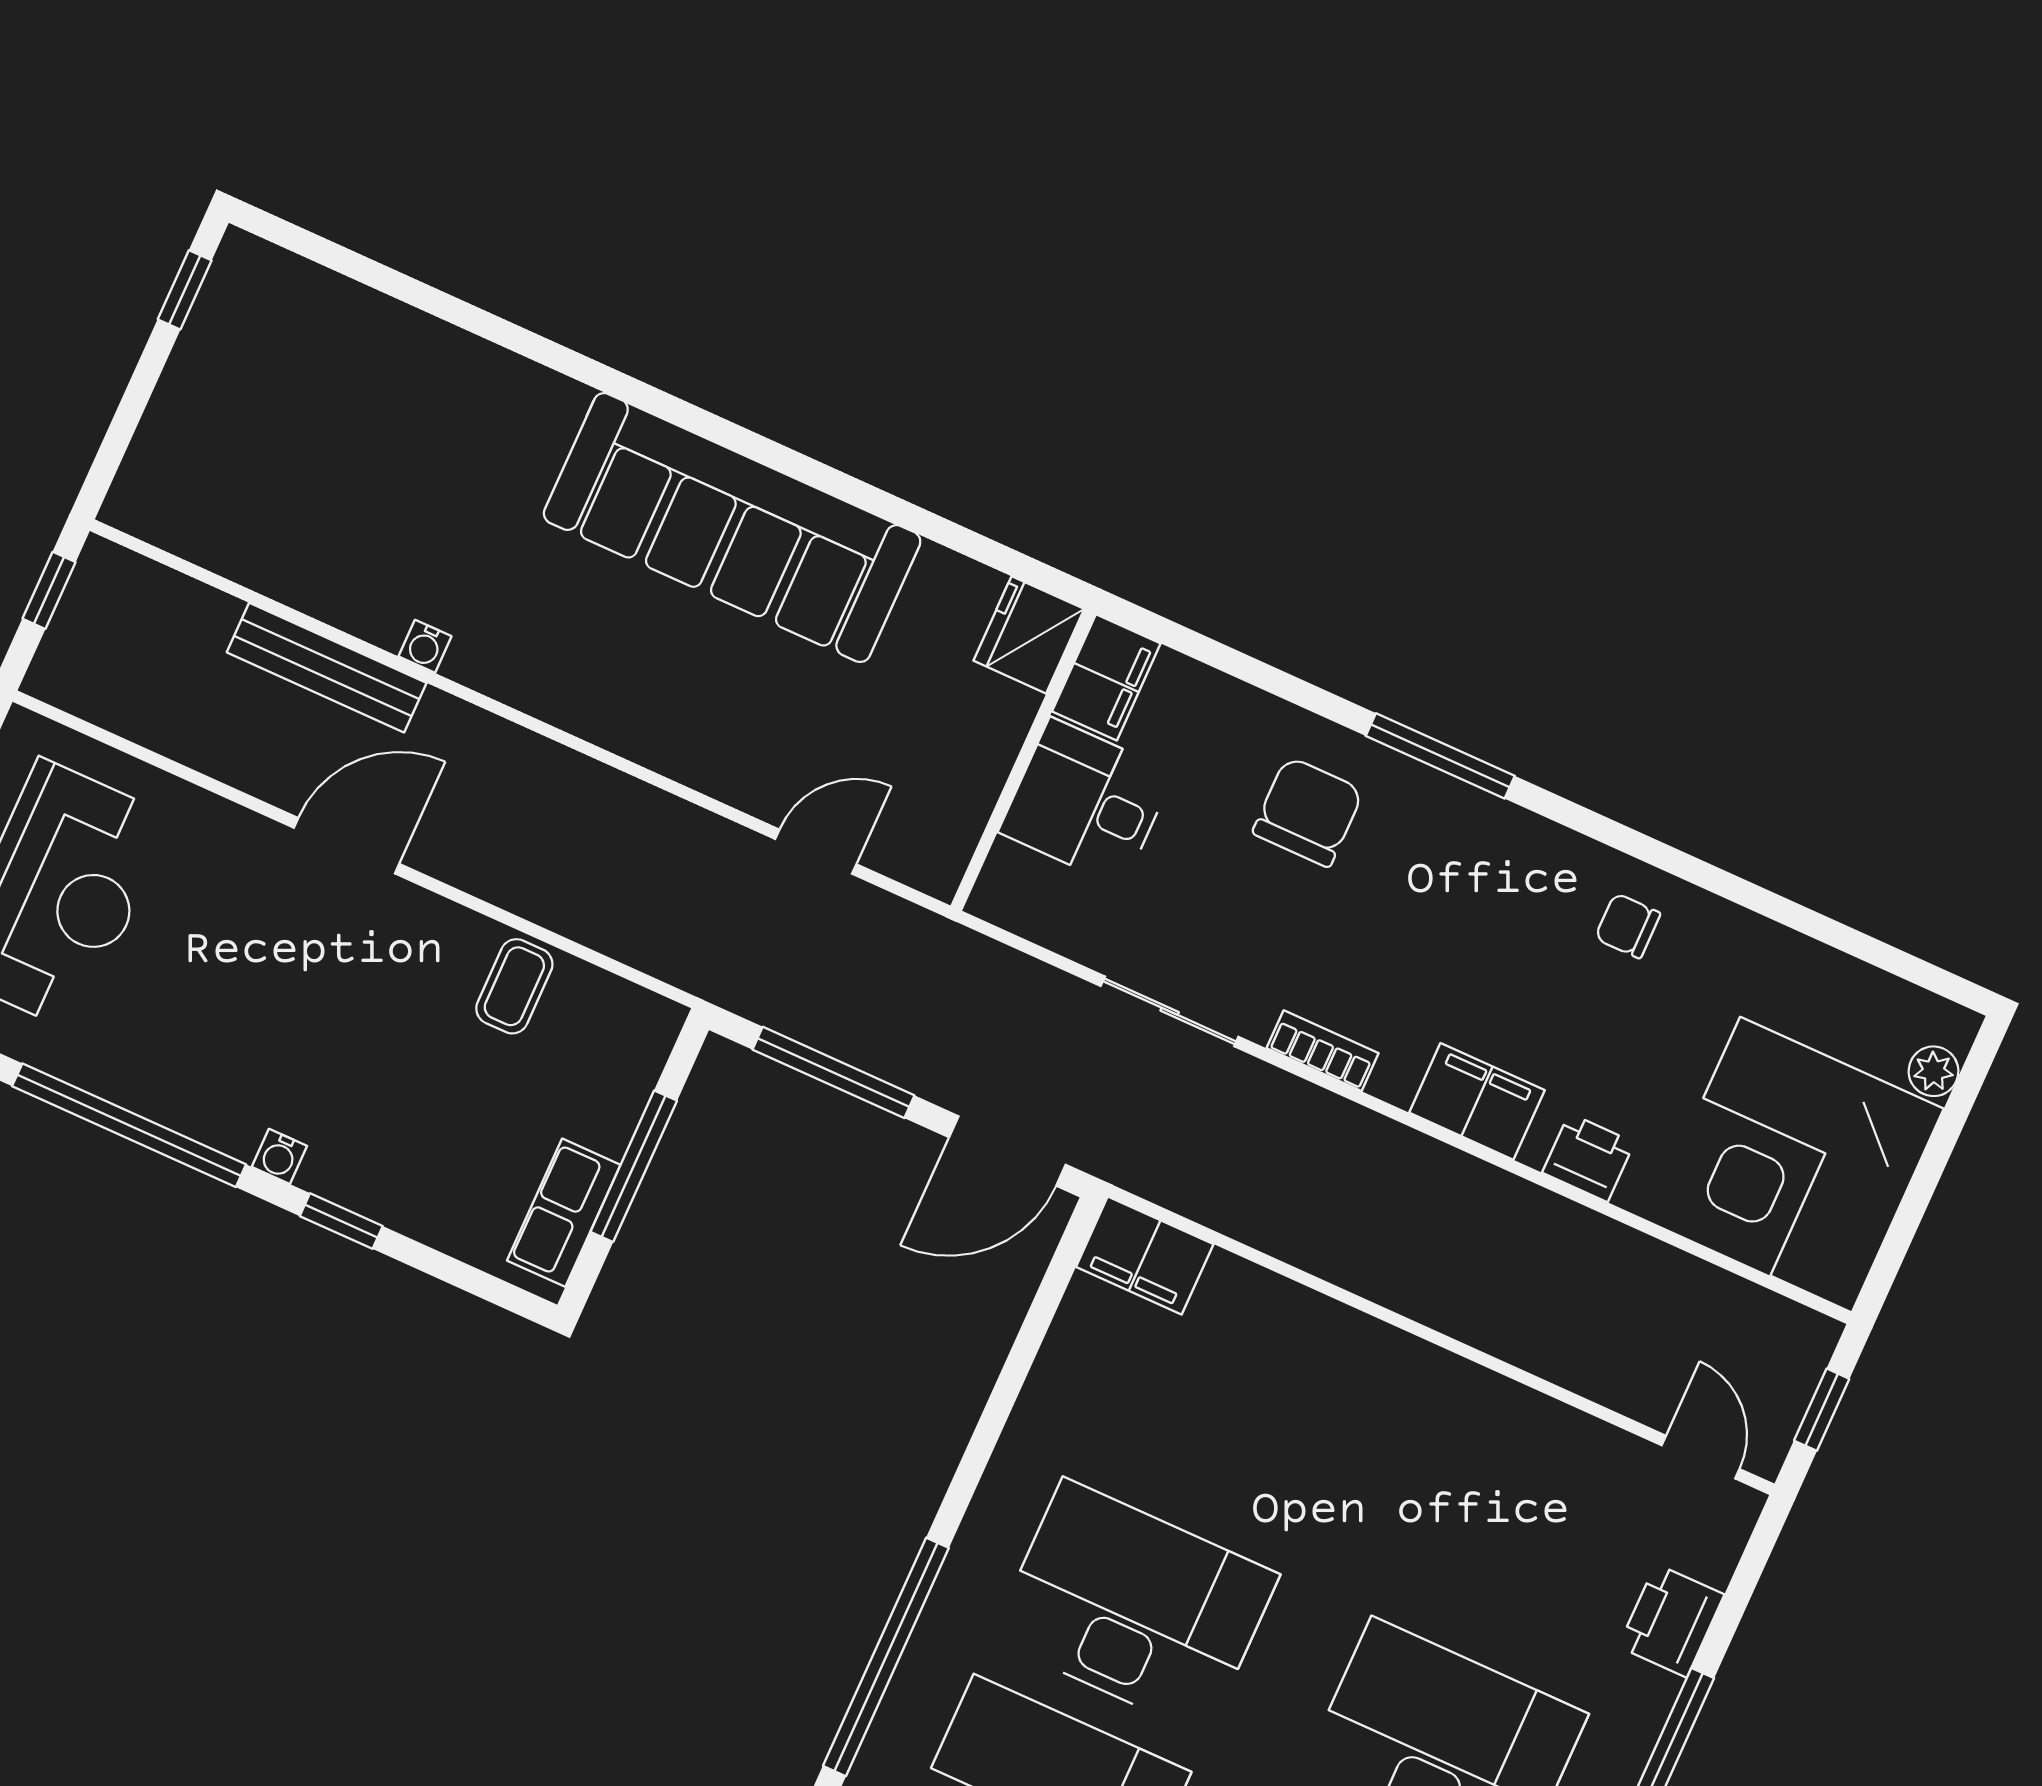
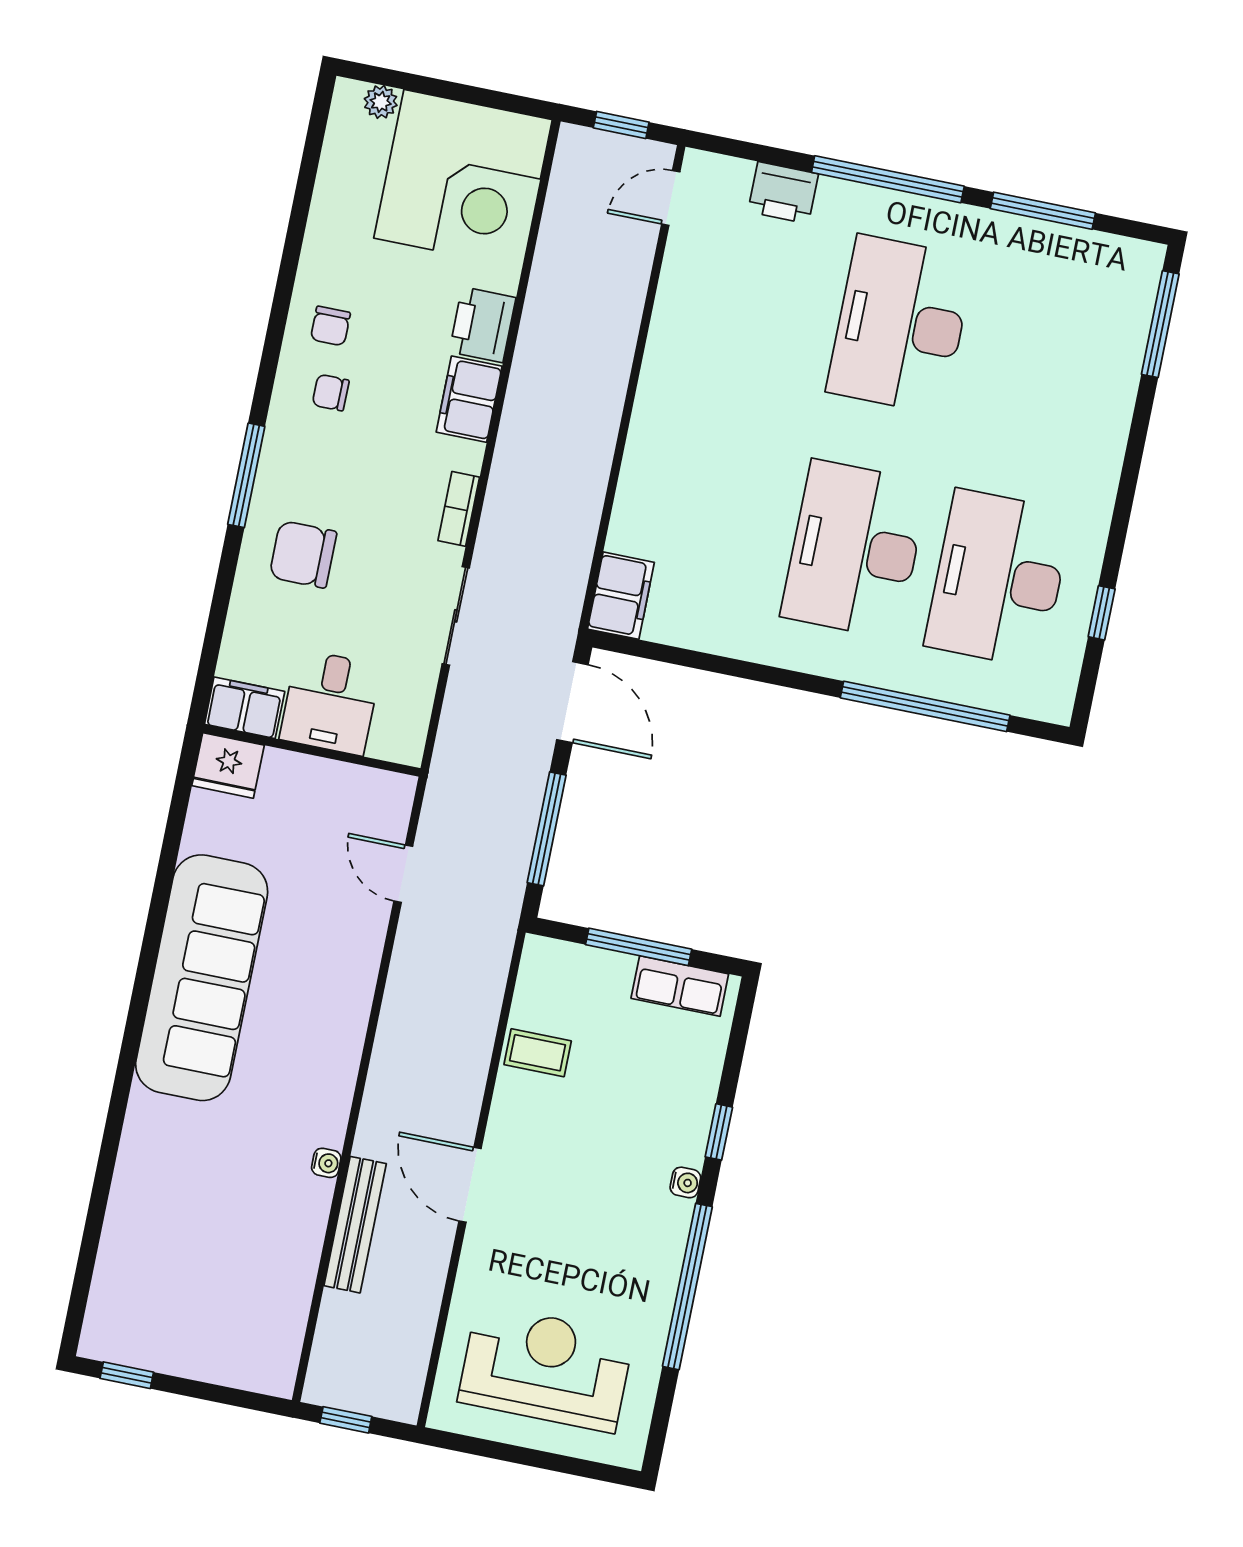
chair: (1532, 904) -> (331, 393), added
printer: (1588, 1158) -> (483, 325), width x1.36, depth x1.24

